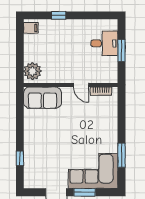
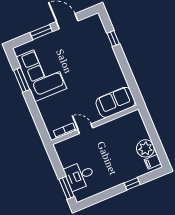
window: (121, 50) -> (67, 188), moved
plant: (32, 71) -> (145, 148), moved
corner sofa: (93, 171) -> (41, 73), moved, turned -90

